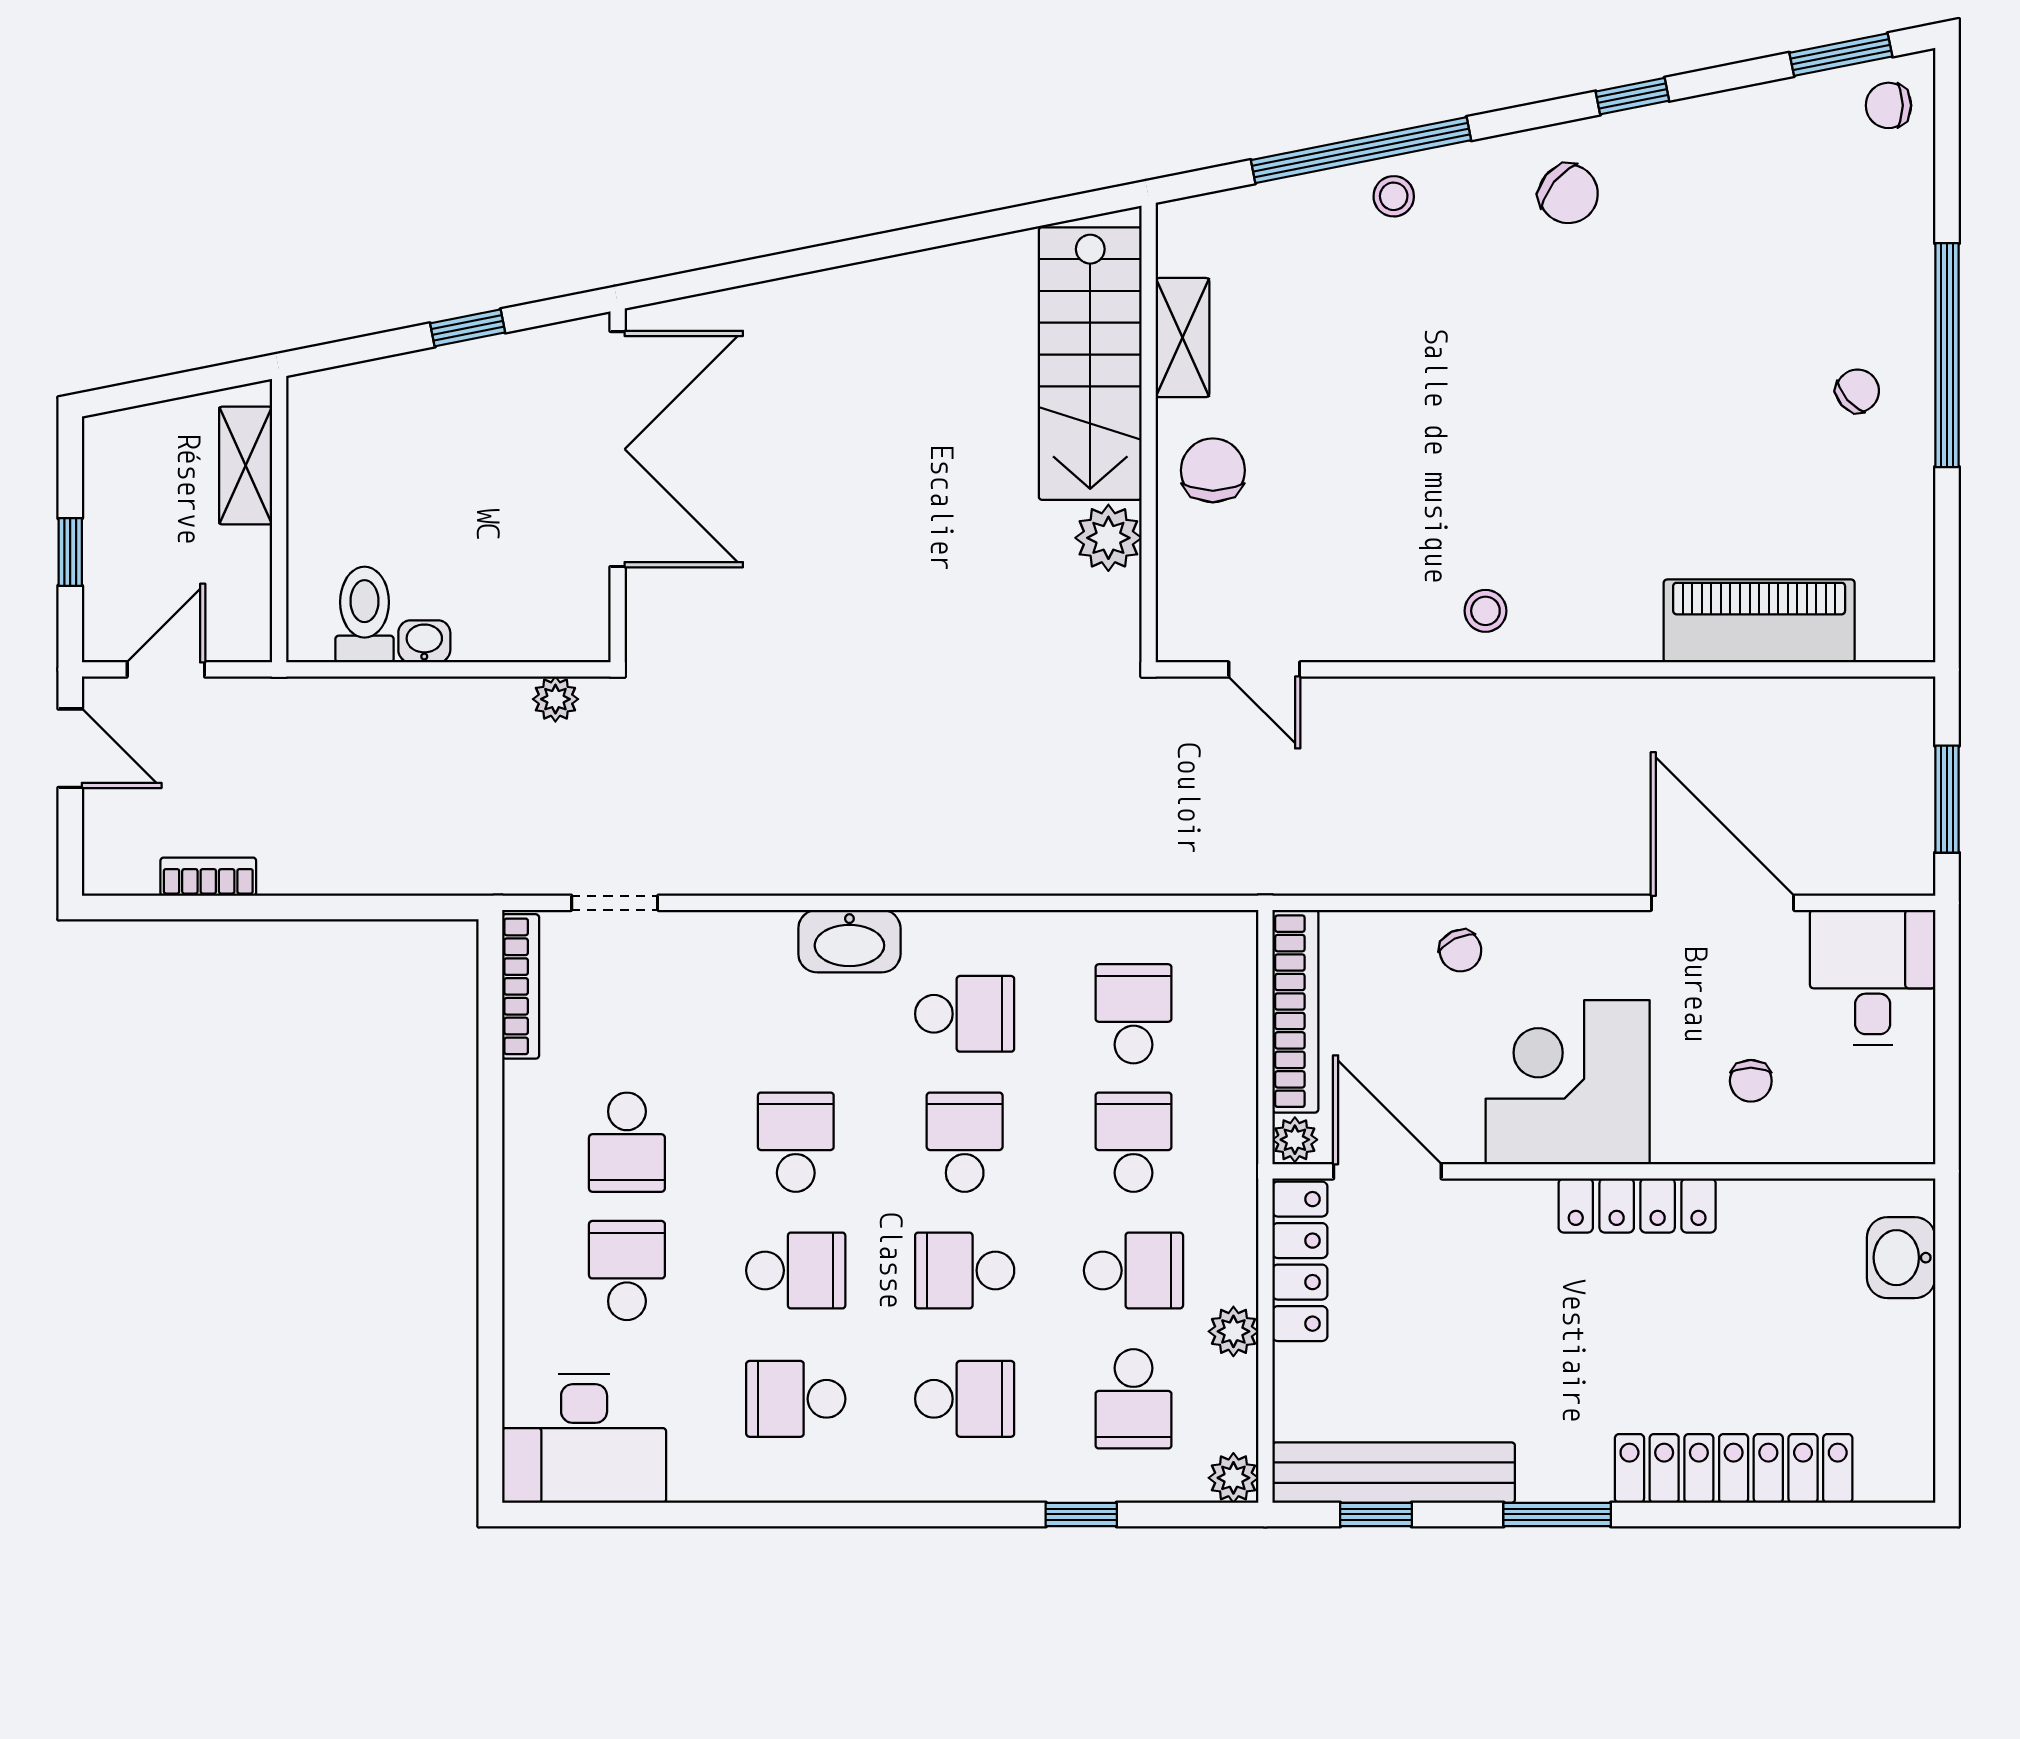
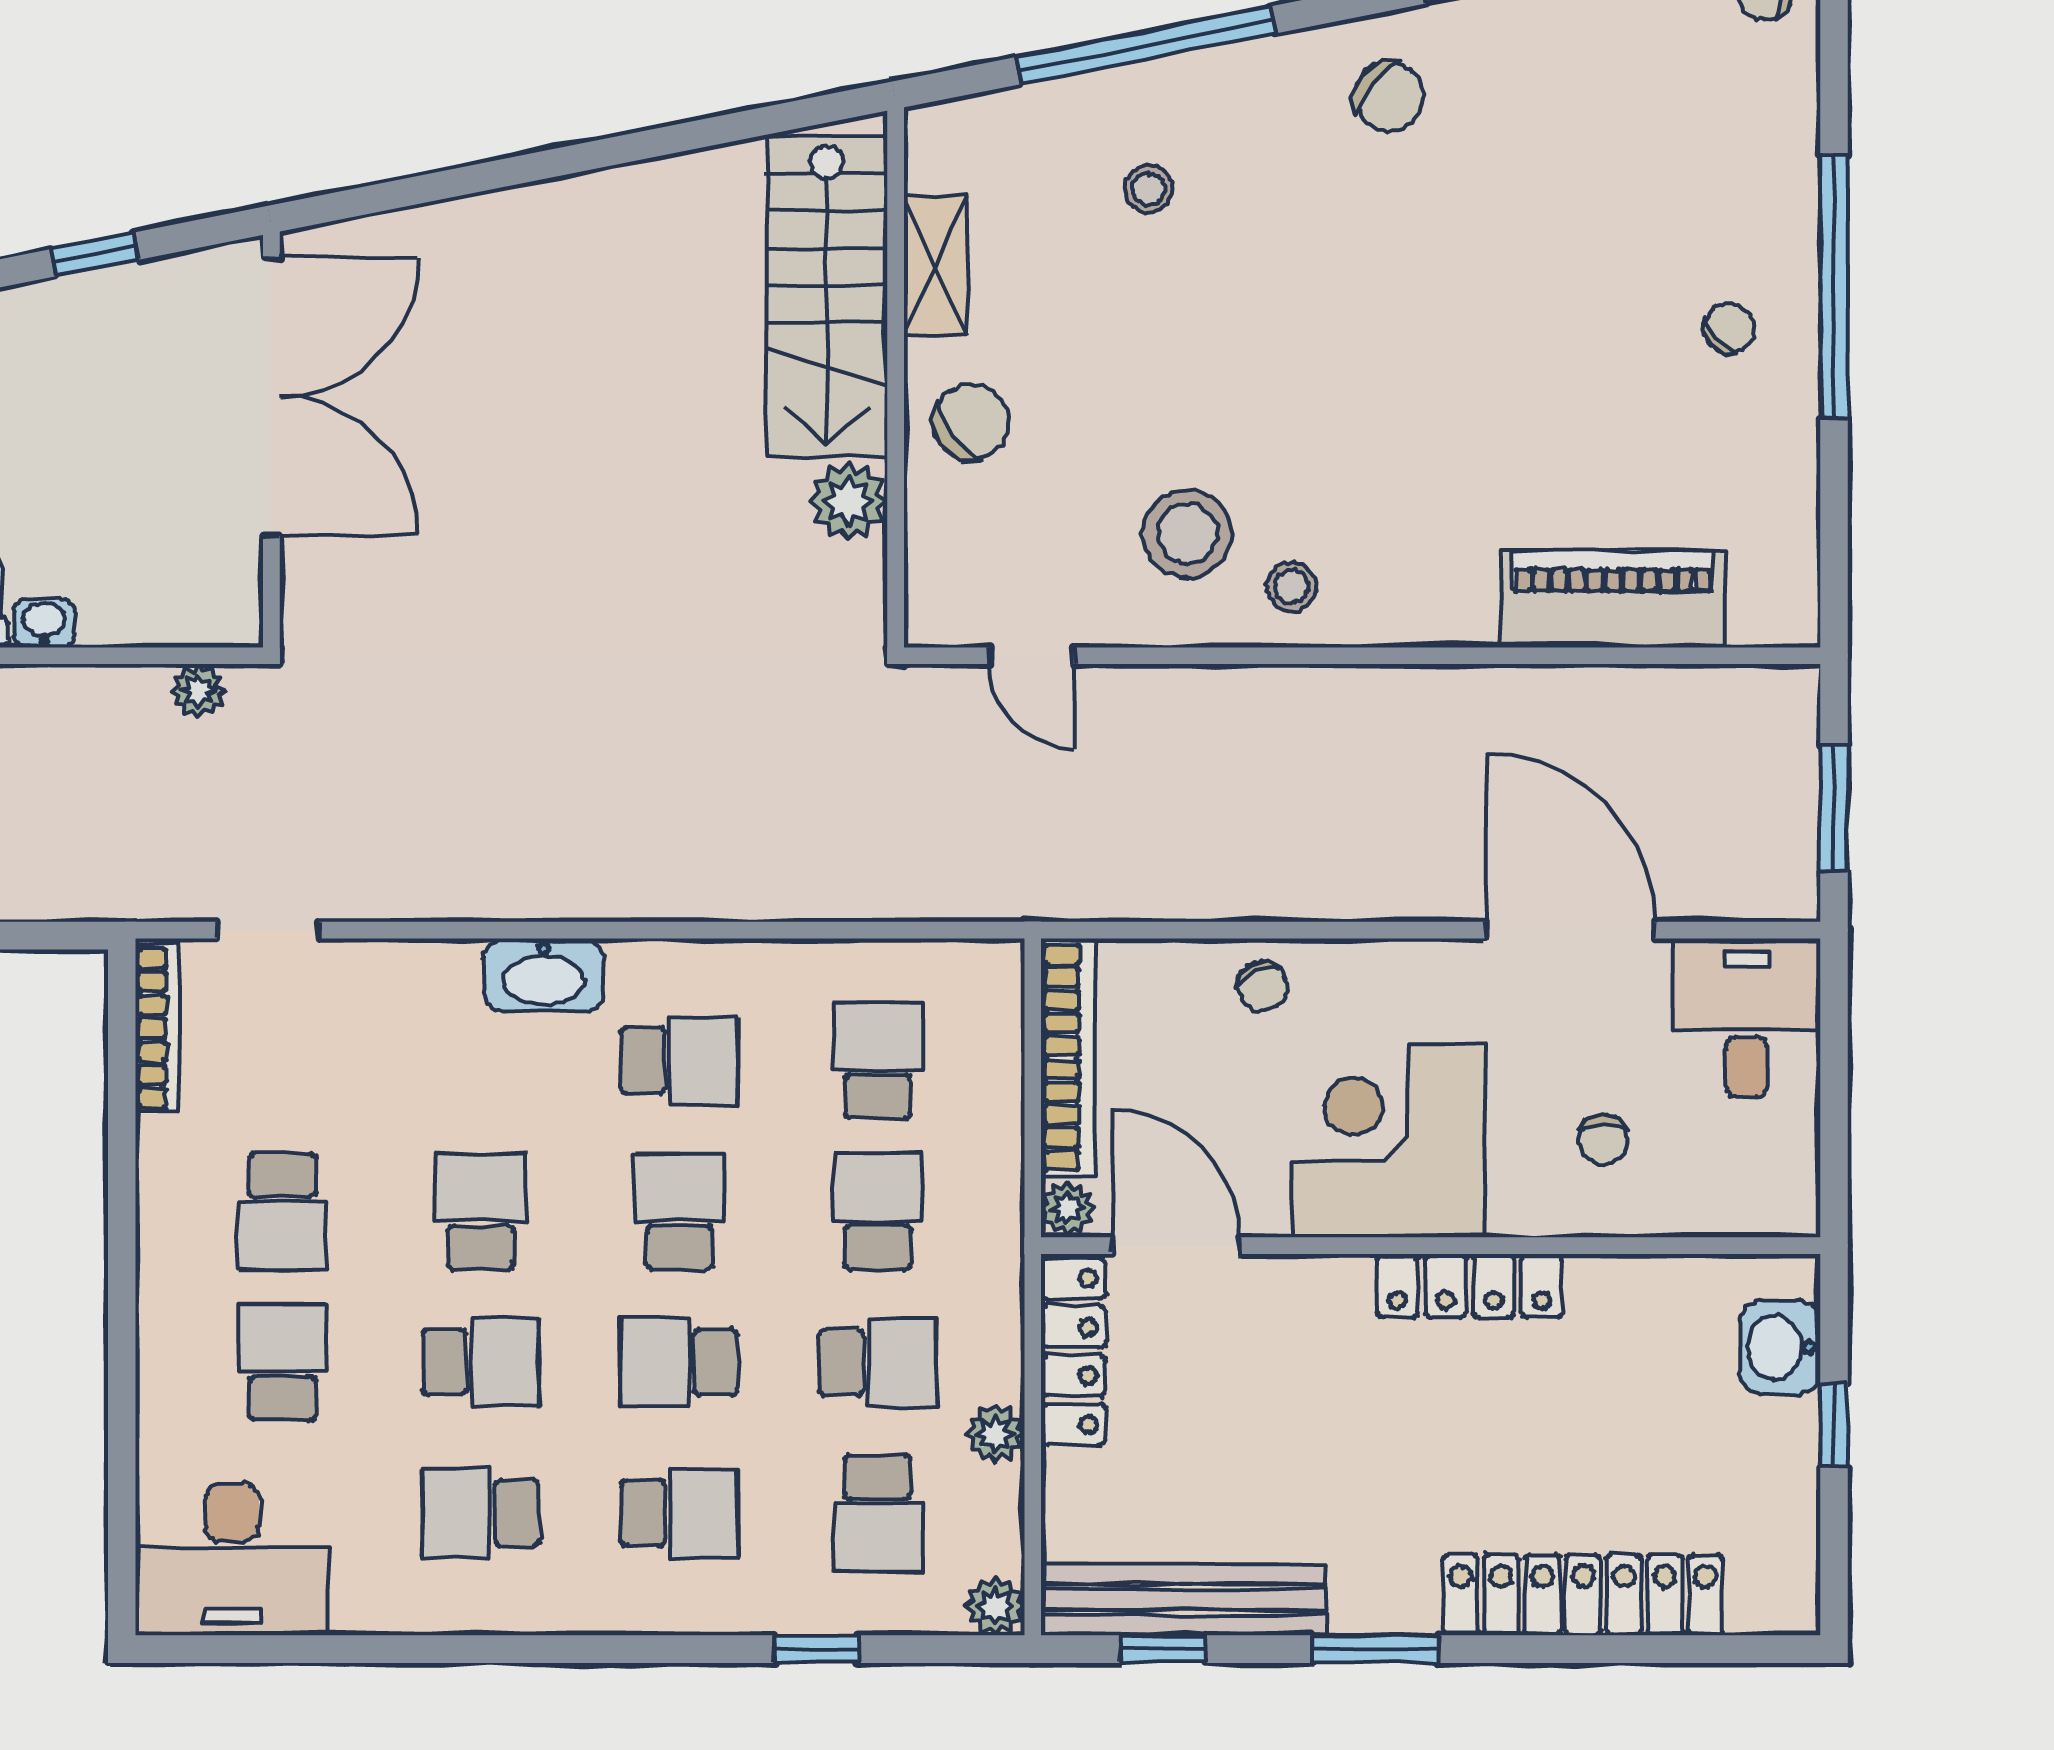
stool: (1394, 196) -> (1149, 189), moved
chair: (1213, 470) -> (971, 422), turned 54
stool: (1397, 566) -> (1187, 534), added
window: (1947, 1324) -> (1834, 1425), added

